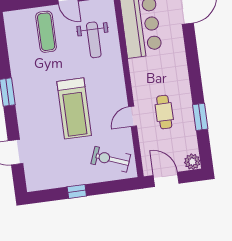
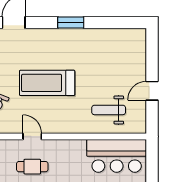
exercise mat: (46, 32) -> (122, 66), removed

